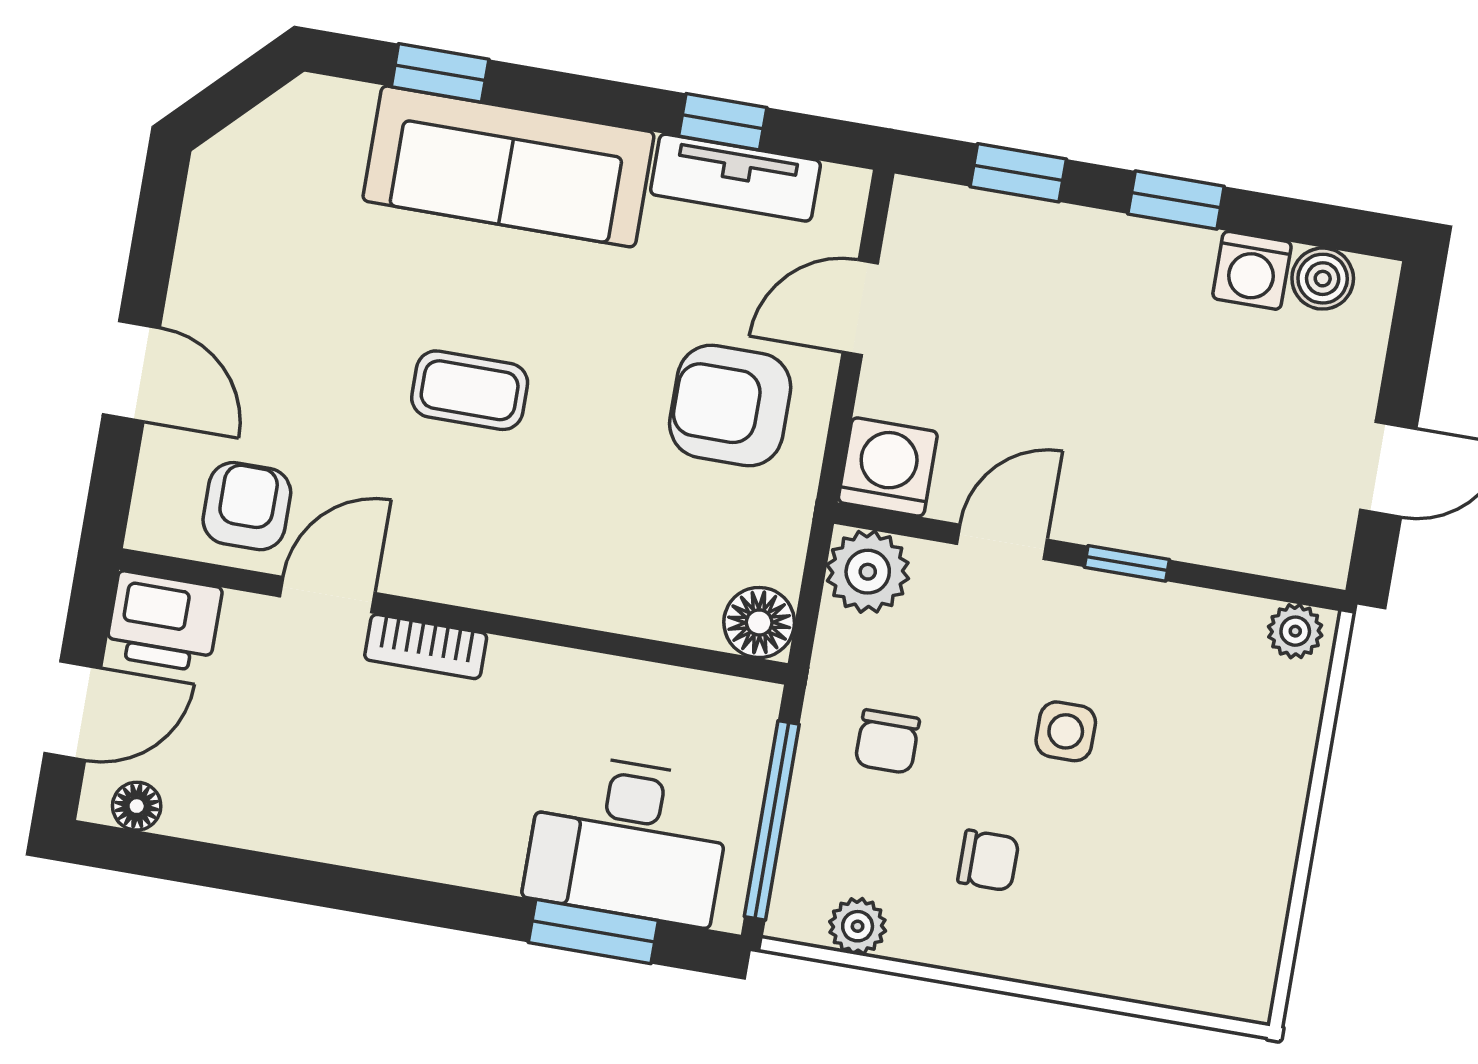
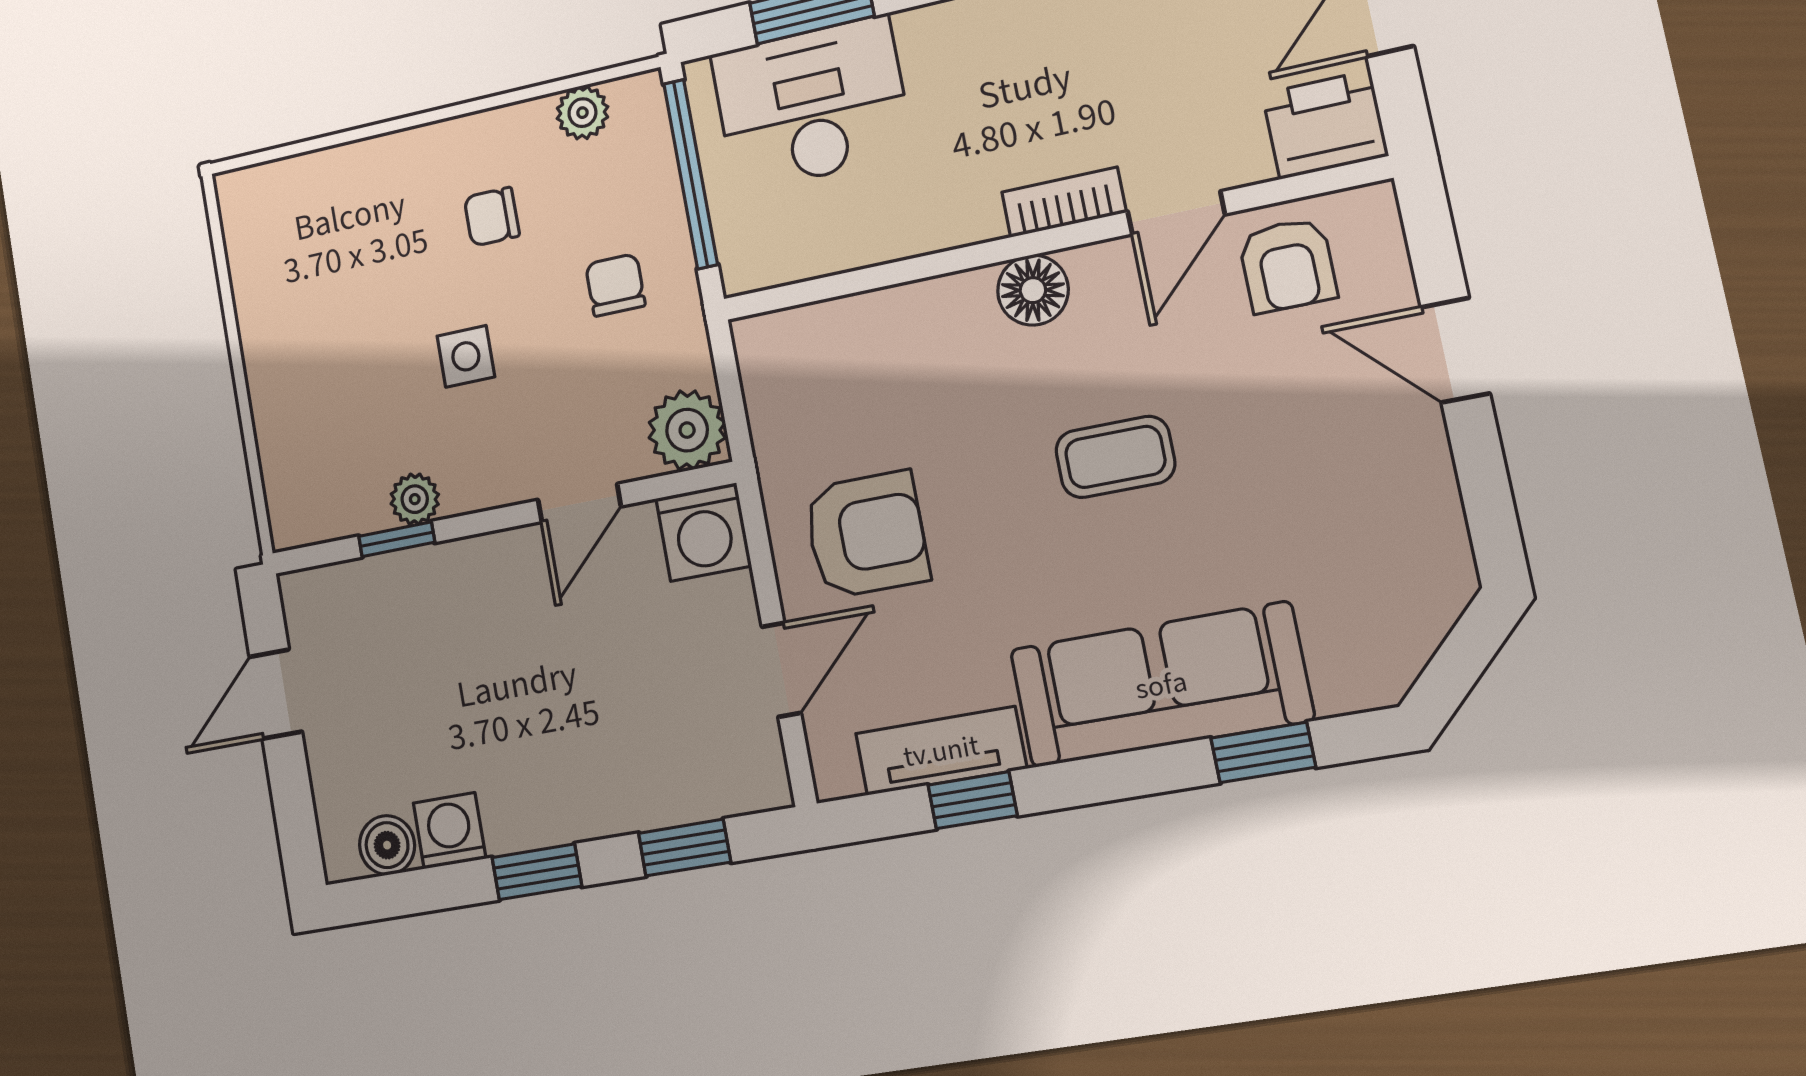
window: (1127, 563) -> (397, 539), moved
floor lamp: (759, 622) -> (1033, 290), moved
plant: (1295, 631) -> (415, 499), moved

